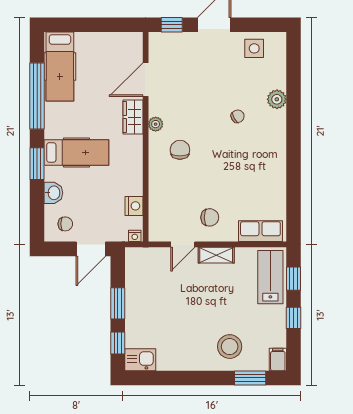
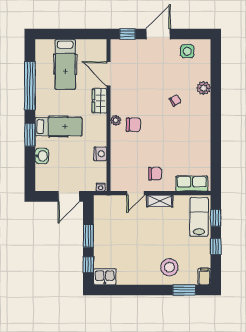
hospital bed: (60, 67) -> (65, 64), moved
door: (146, 80) -> (109, 74), hinge flipped
plant: (156, 124) -> (116, 120), moved
chair: (180, 150) -> (133, 125), turned 90
nightstand: (134, 206) -> (100, 154), moved
chair: (65, 224) -> (50, 178), removed

